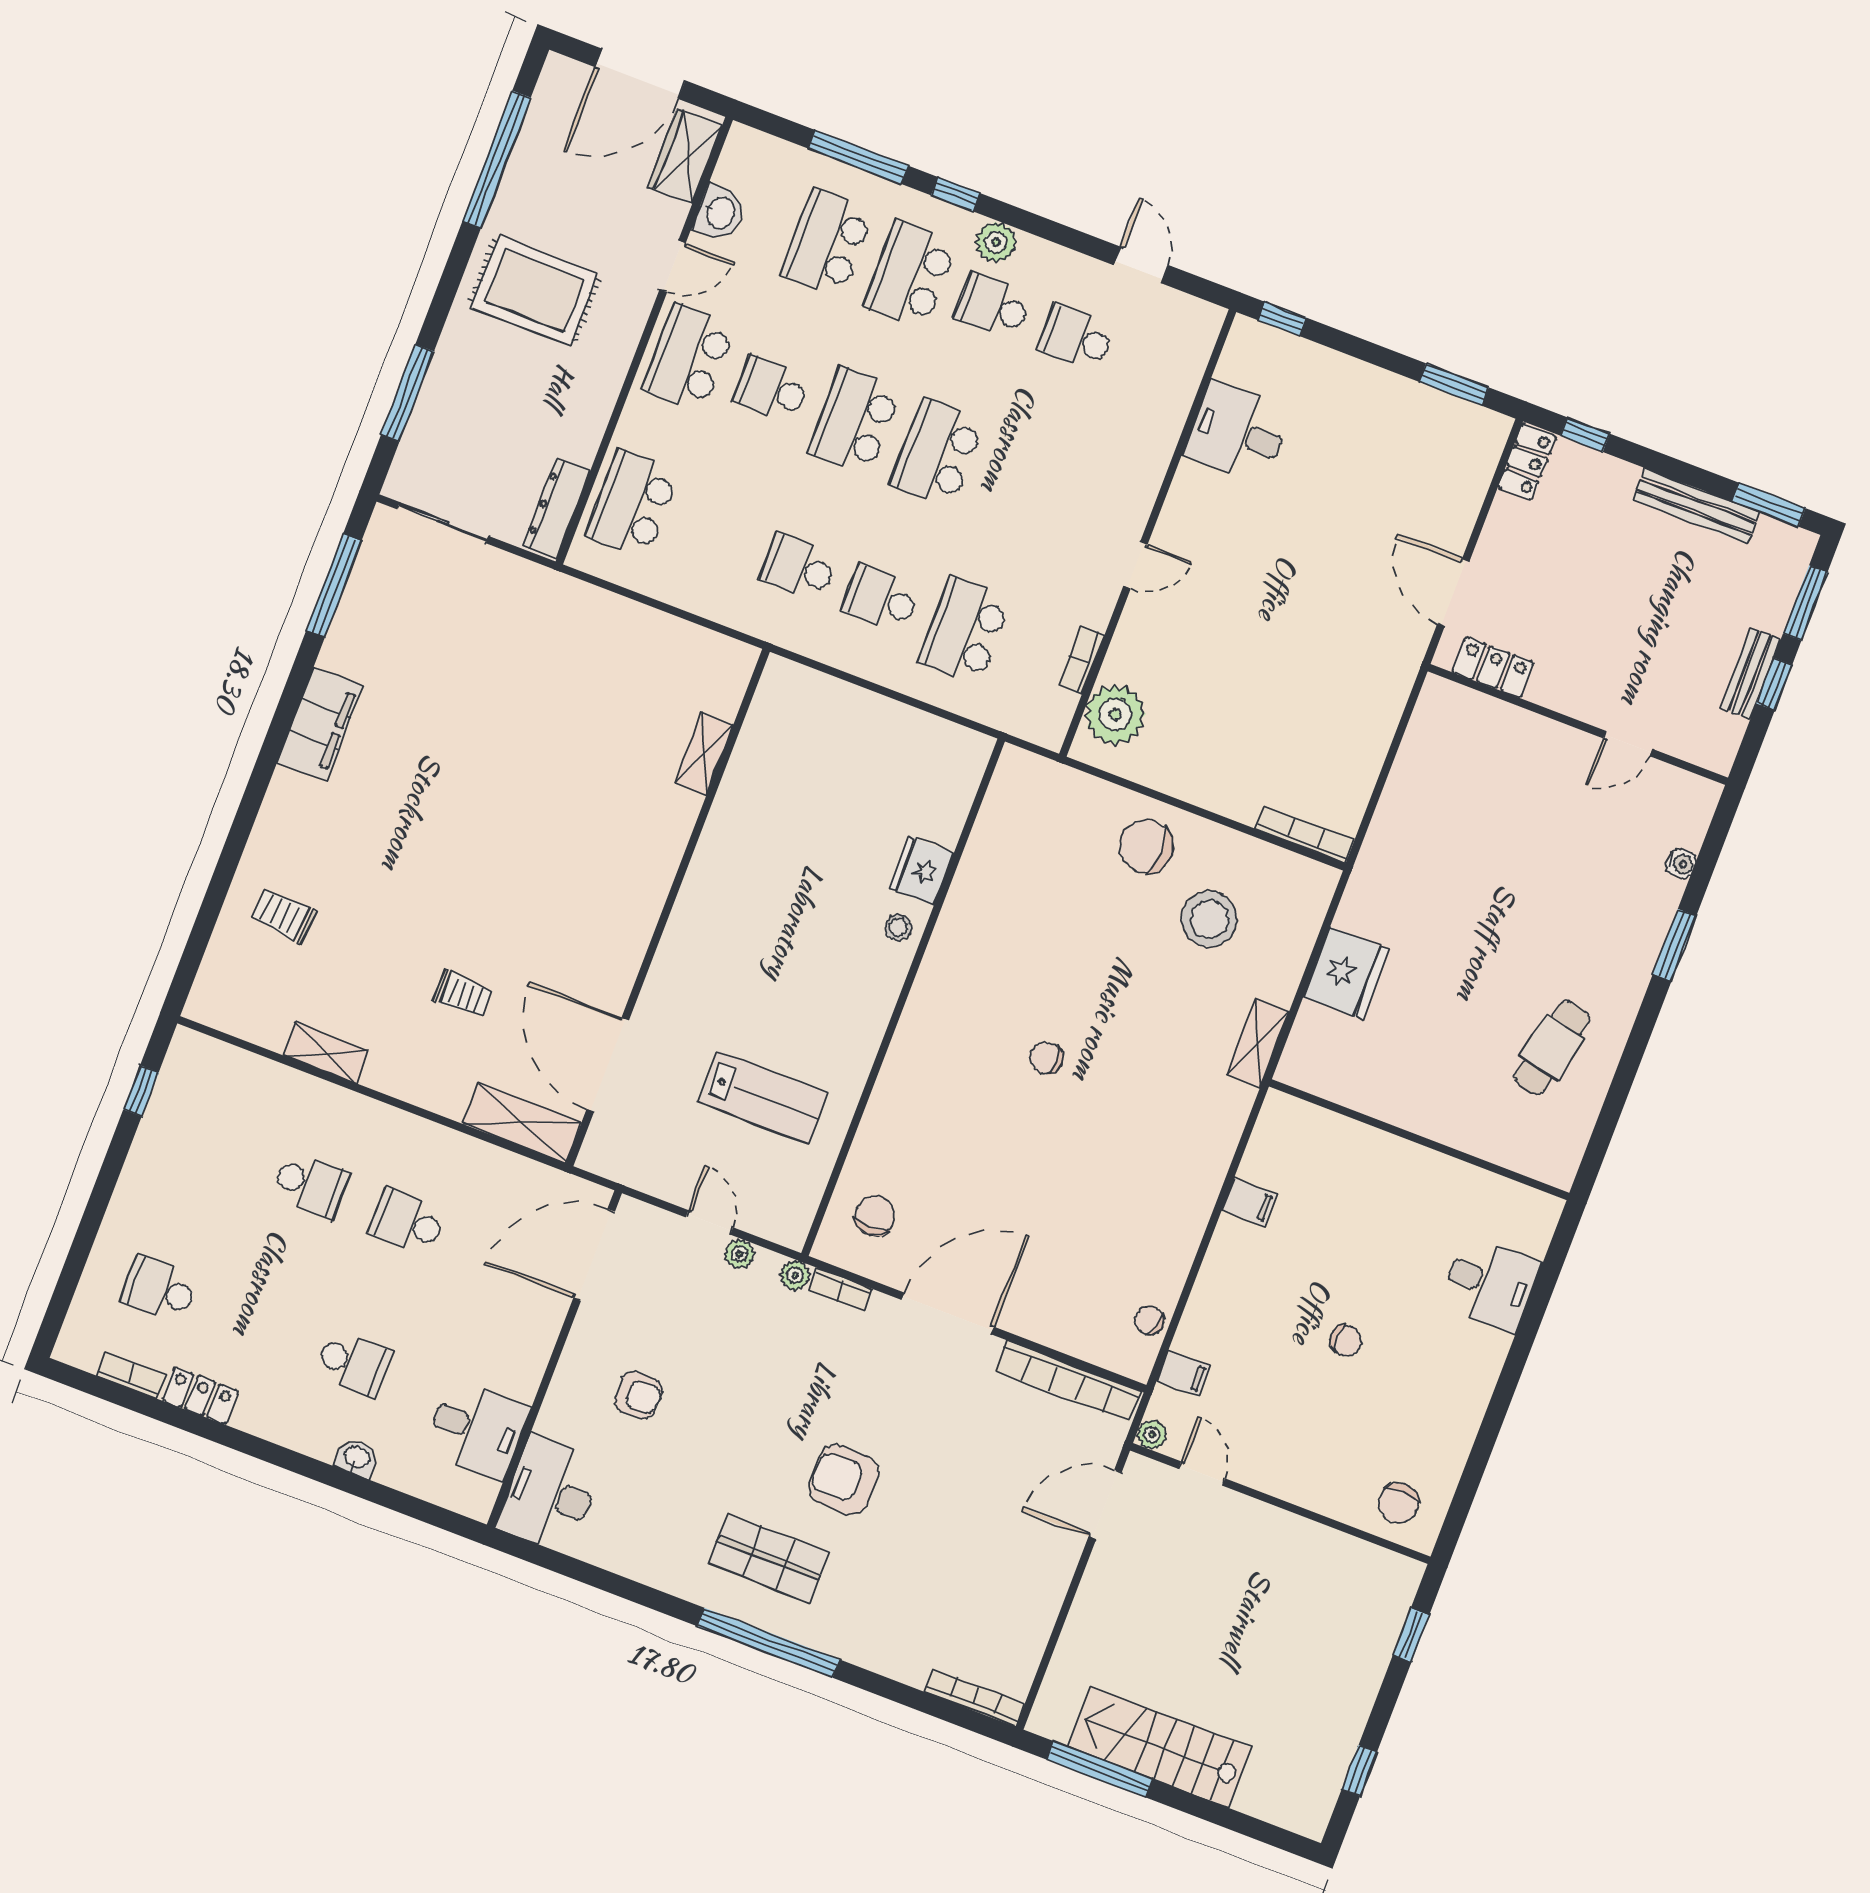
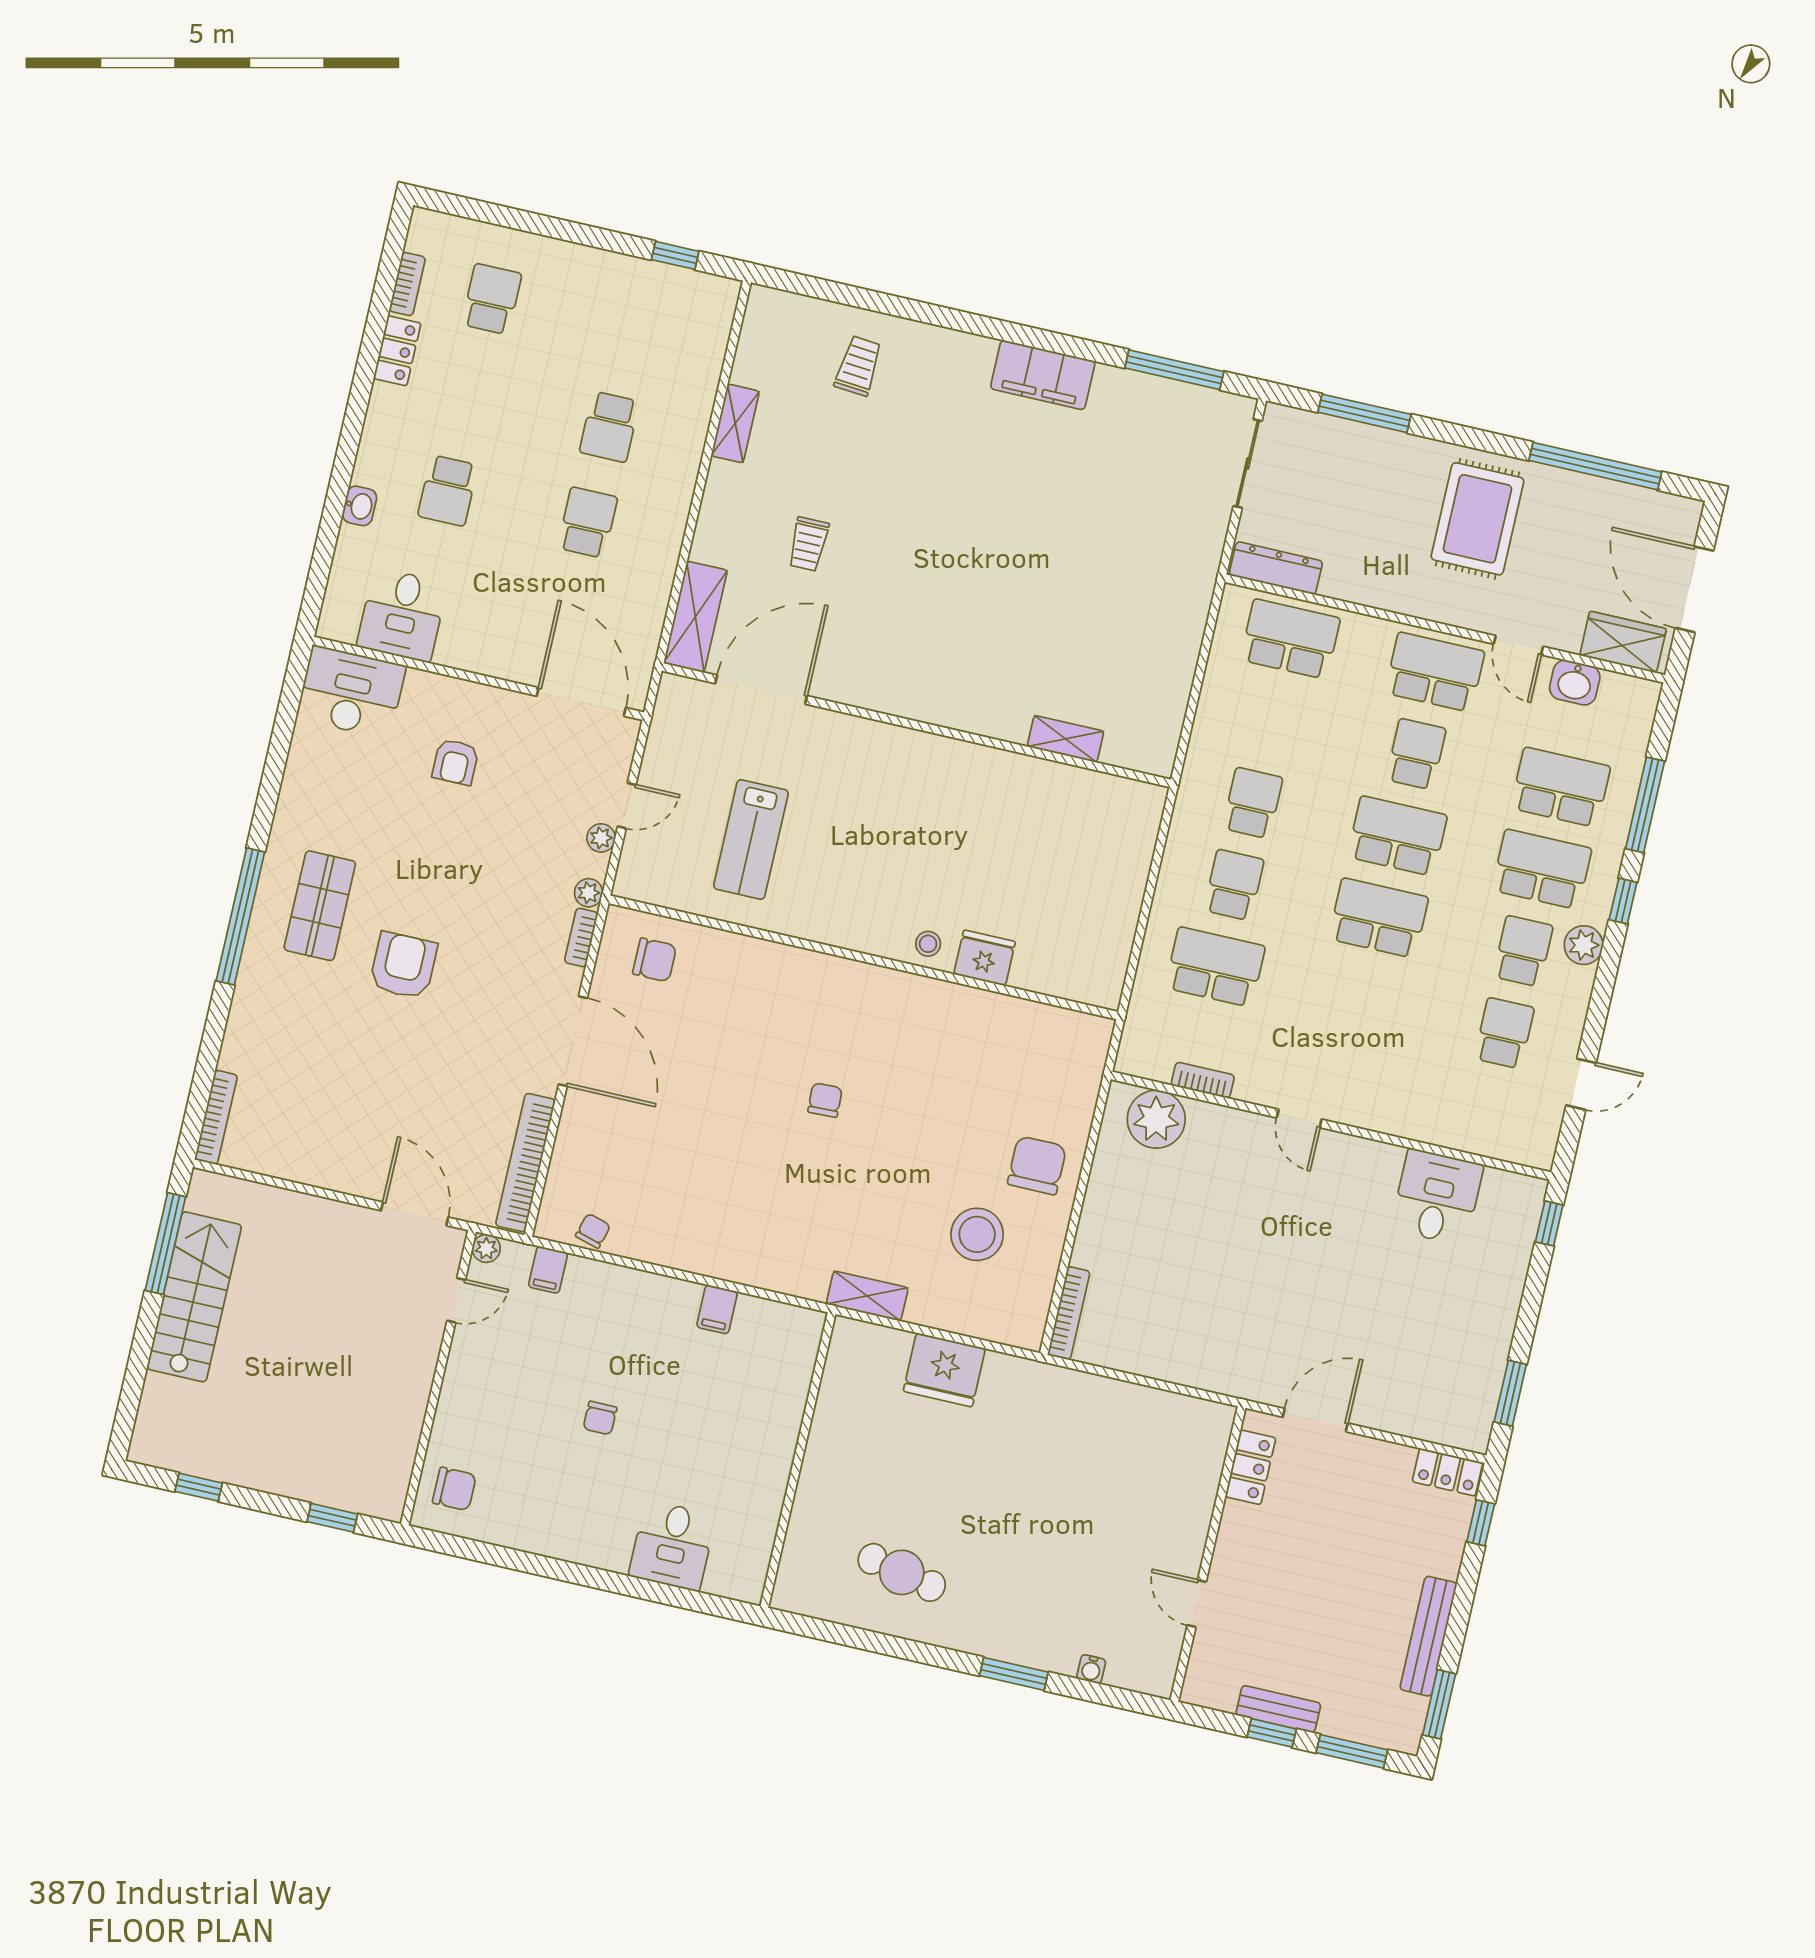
chair: (1399, 1503) -> (454, 1489), turned 180

